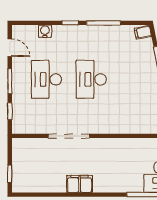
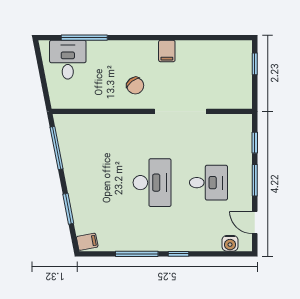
water cooler: (45, 31) -> (230, 243), moved
desk: (46, 79) -> (208, 183), width x0.73
chair: (105, 156) -> (135, 86), added
filing cabinet: (80, 184) -> (167, 51), width x0.50

